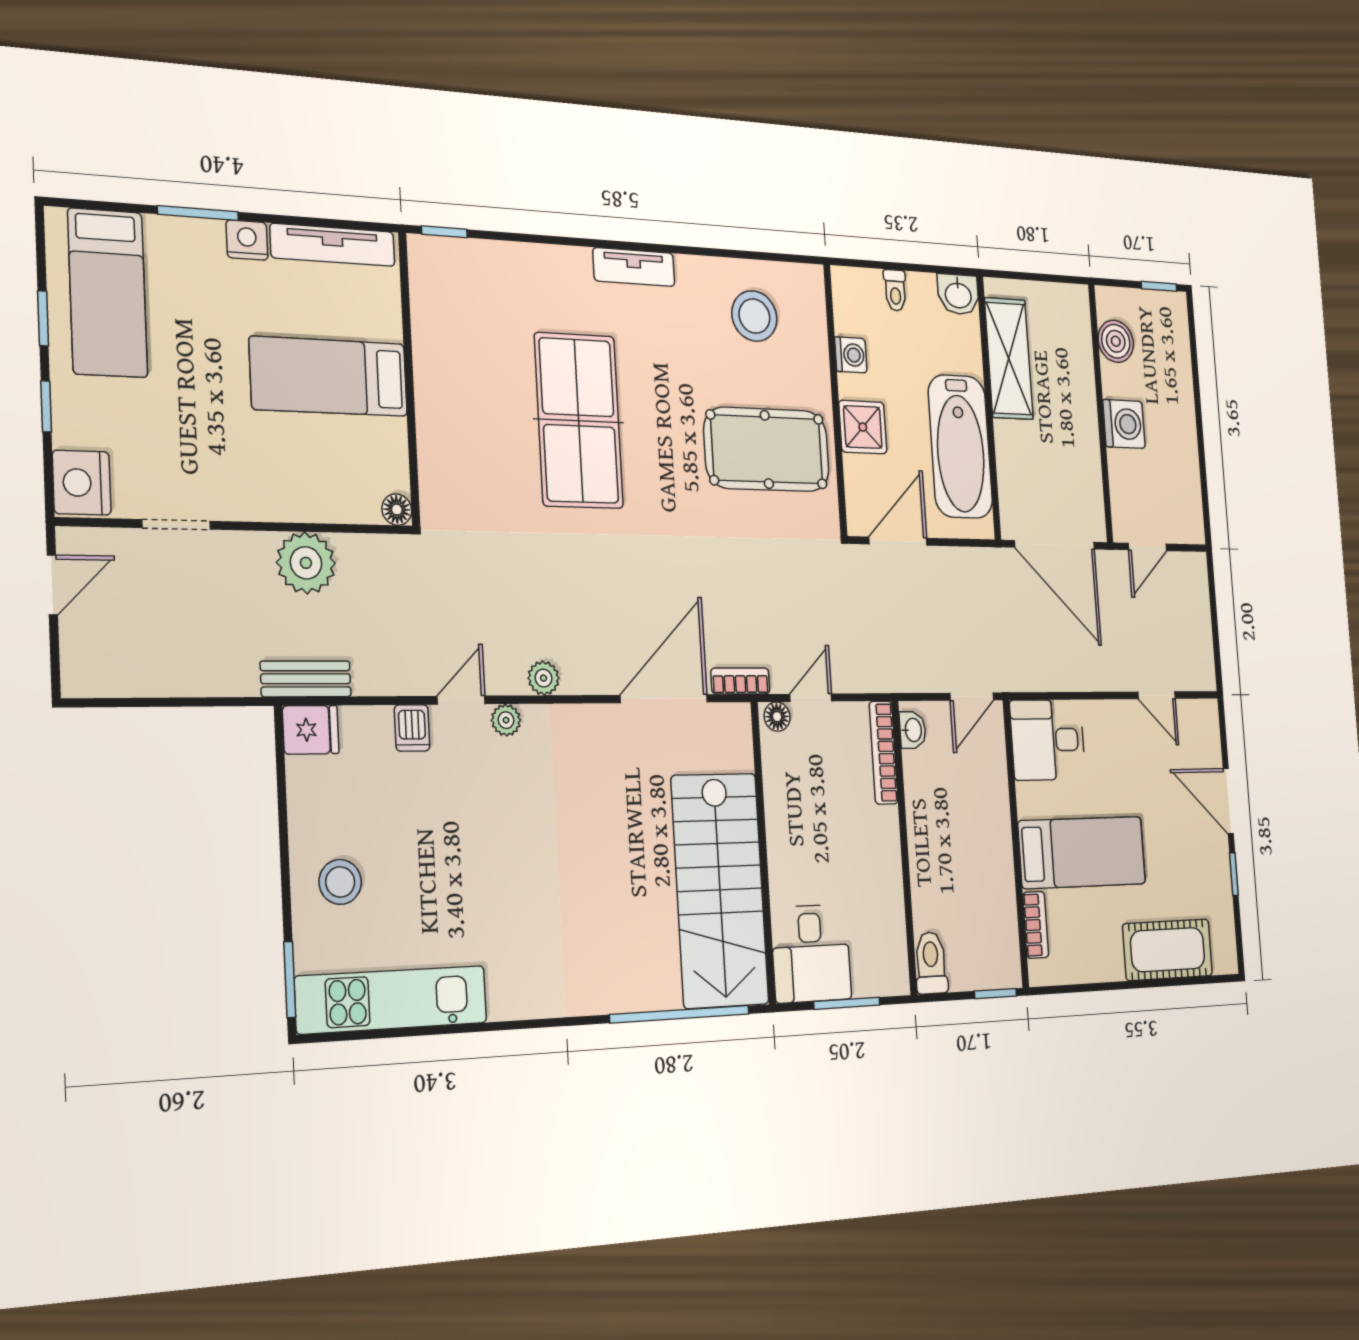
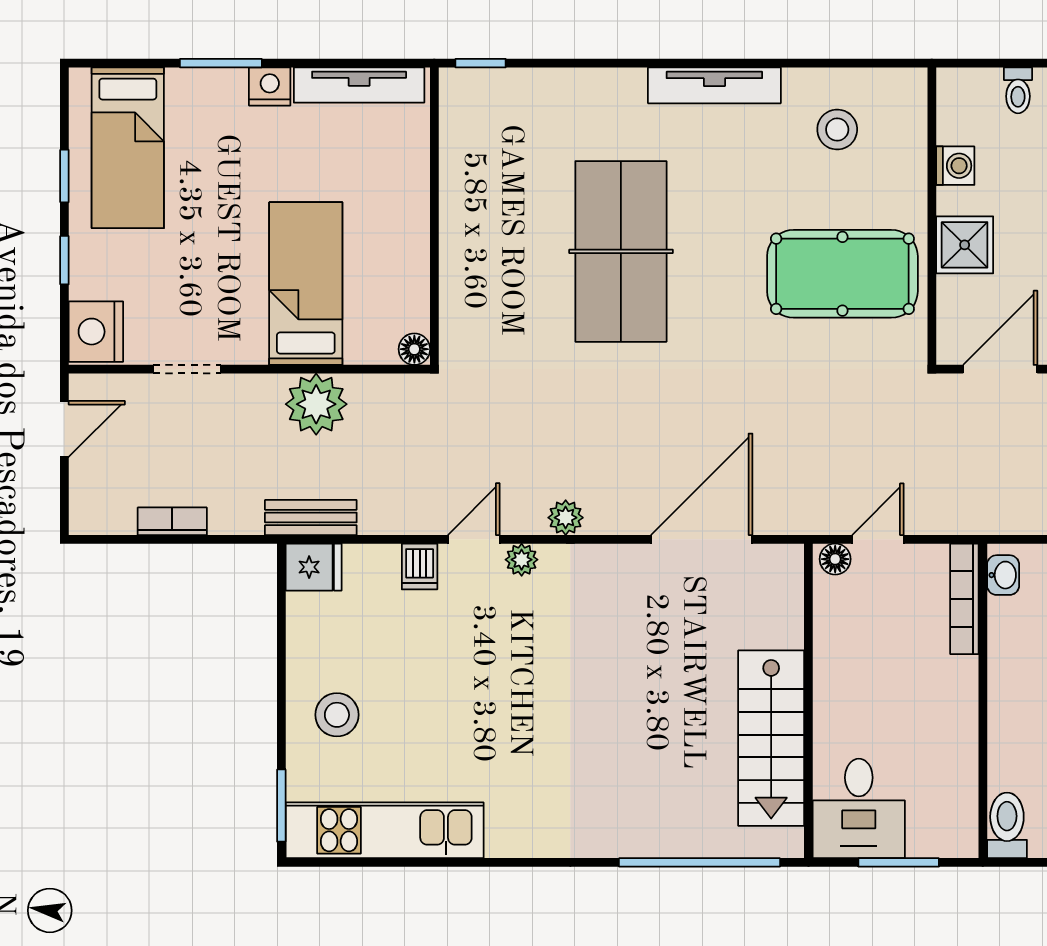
tv unit: (634, 267) -> (714, 85), width x1.41
stool: (754, 316) -> (837, 130), width x0.73, depth x0.73
bed: (329, 376) -> (306, 284), moved, turned 90
bookcase: (740, 681) -> (172, 521), moved
stairs: (720, 890) -> (771, 738), width x0.73, depth x0.66

